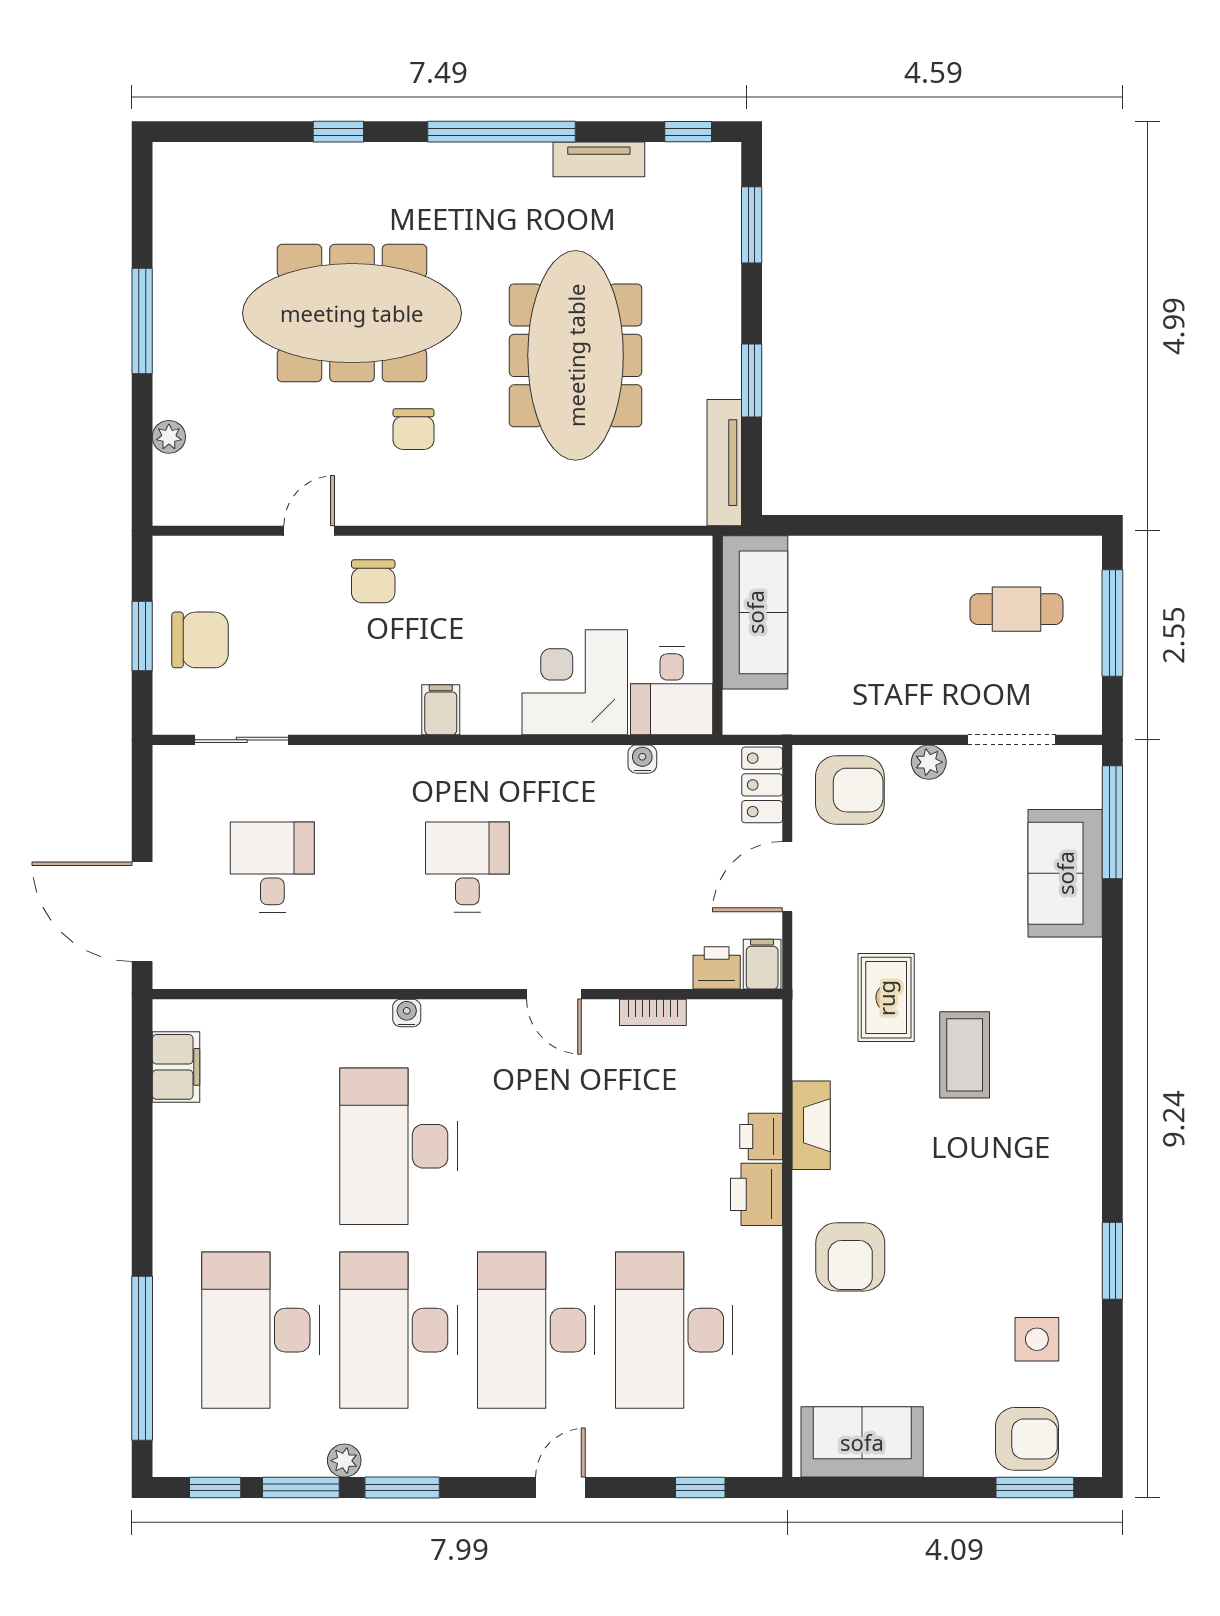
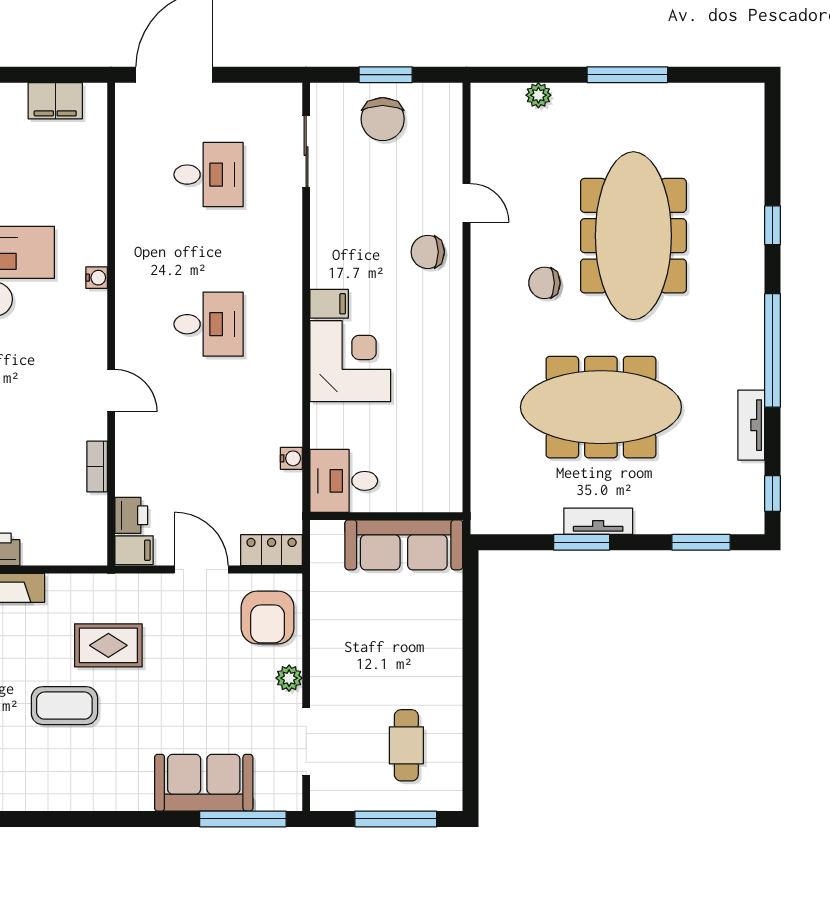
tv unit: (724, 463) -> (598, 521), moved, width x0.71
corner desk: (575, 682) -> (350, 361), moved
door: (554, 994) -> (111, 391), swing flipped

